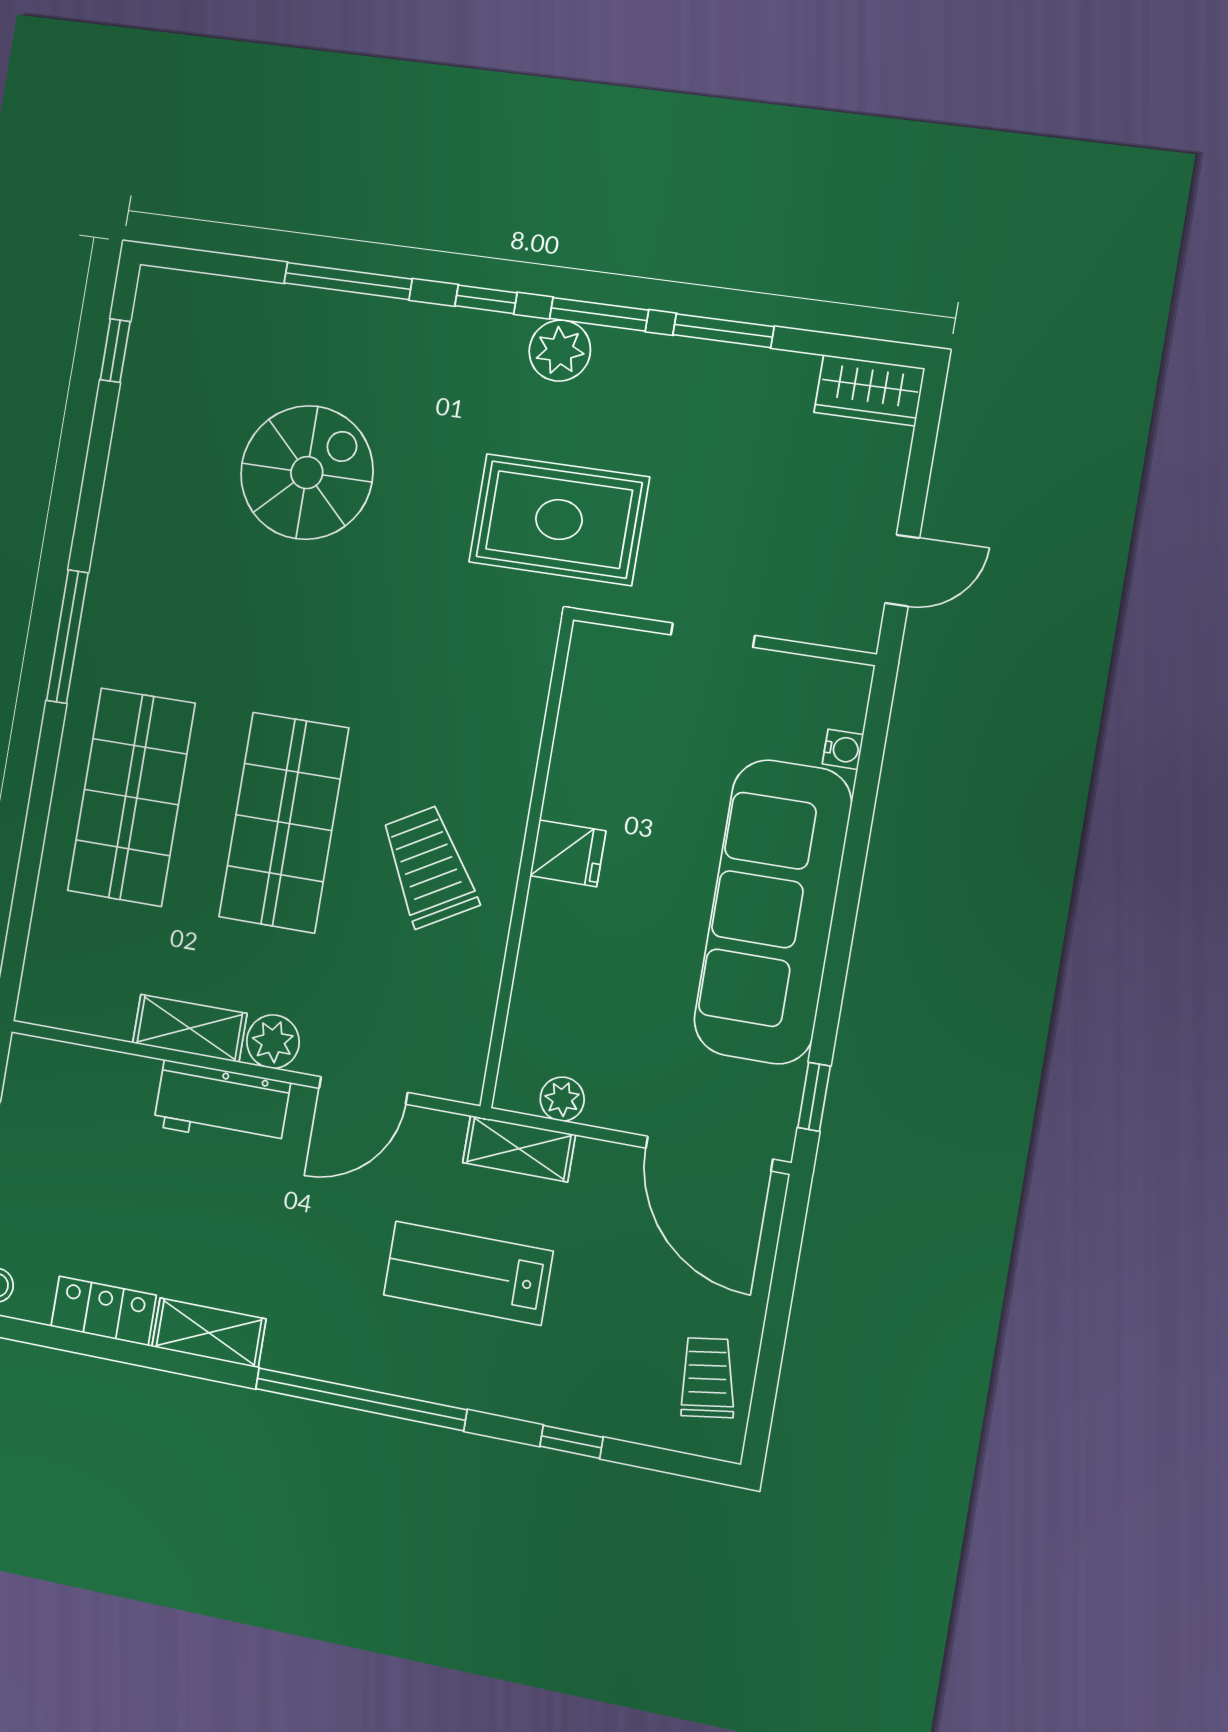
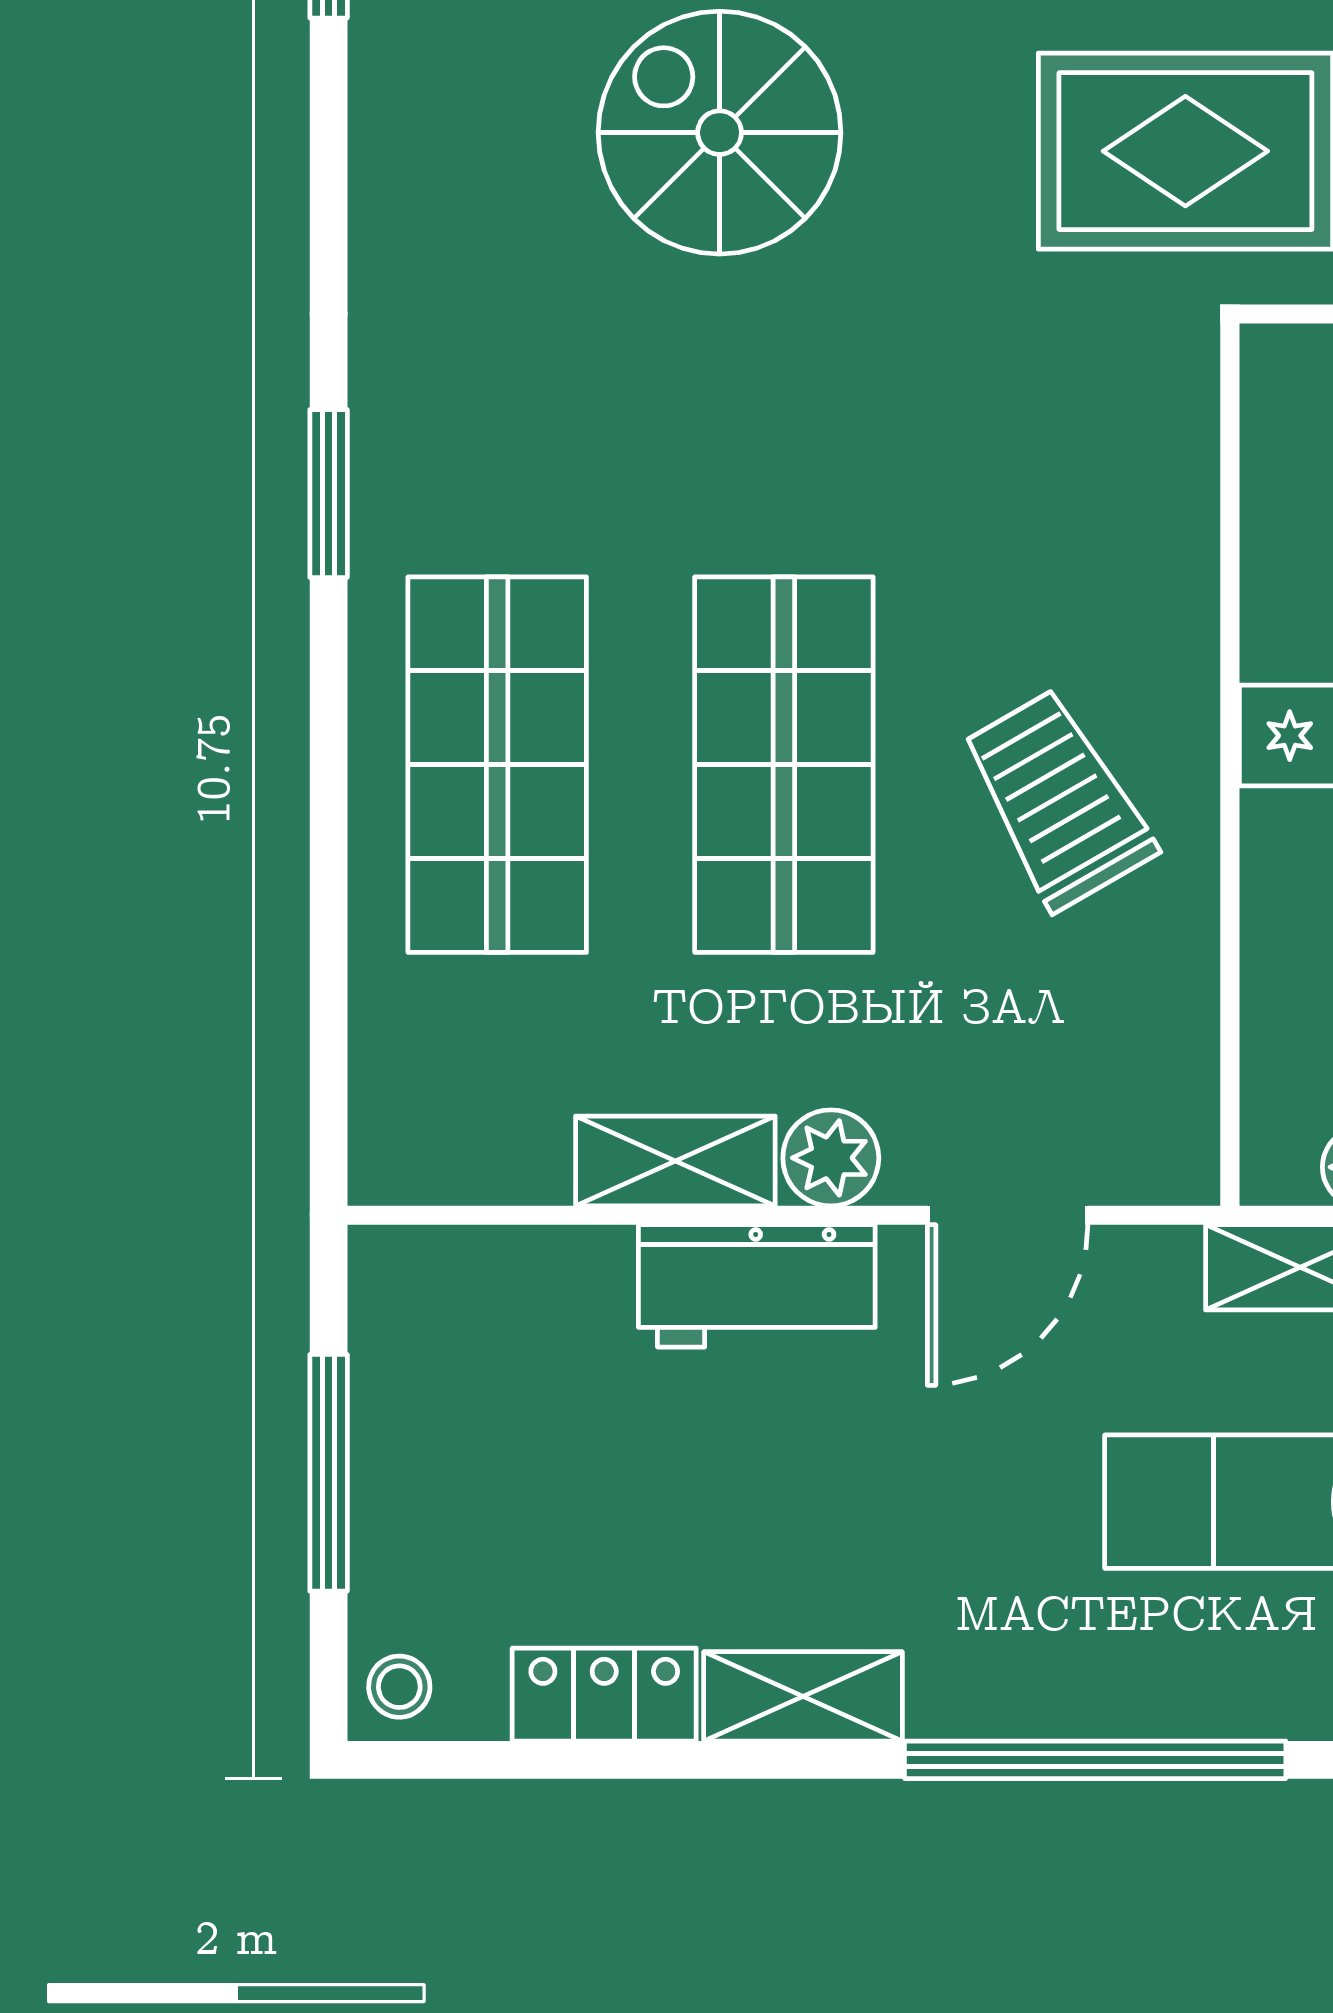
spiral stairs: (307, 473) -> (720, 133), turned -90
window: (67, 637) -> (329, 494), width x0.69

